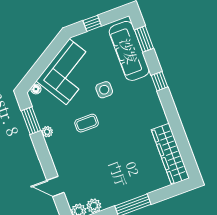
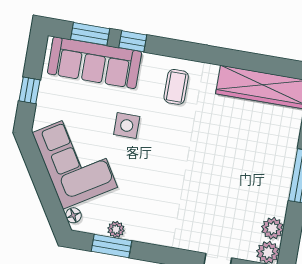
window: (160, 81) -> (133, 41), moved
coffee table: (87, 123) -> (176, 87), moved
plant: (47, 132) -> (116, 229), moved

